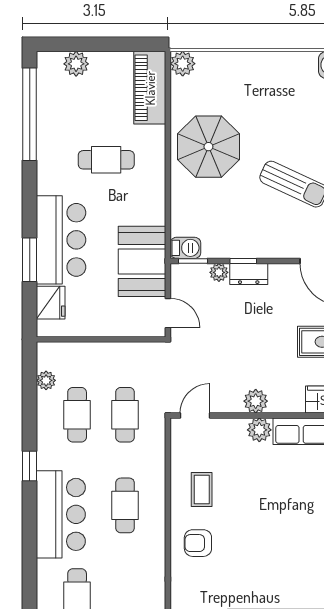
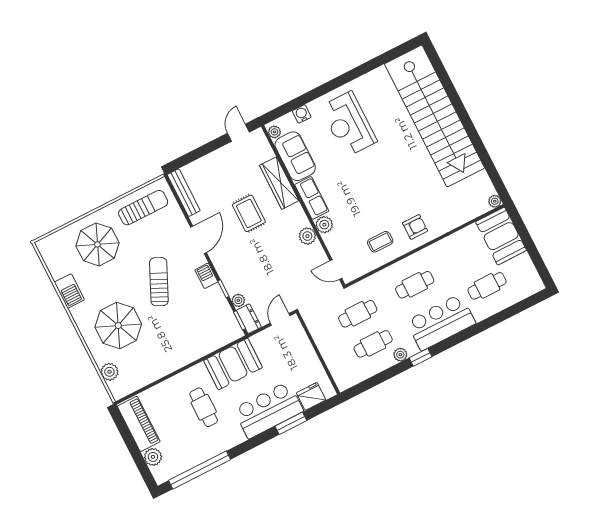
plant: (183, 64) -> (109, 372), moved
piano: (150, 88) -> (139, 424), moved, turned -90
parasol: (208, 147) -> (118, 326), moved
barbecue: (185, 248) -> (206, 276), moved
booth: (142, 261) -> (233, 364), moved
dresser: (249, 274) -> (249, 319), moved
plant: (46, 380) -> (400, 355), moved
armchair: (198, 543) -> (415, 227), turned -90

